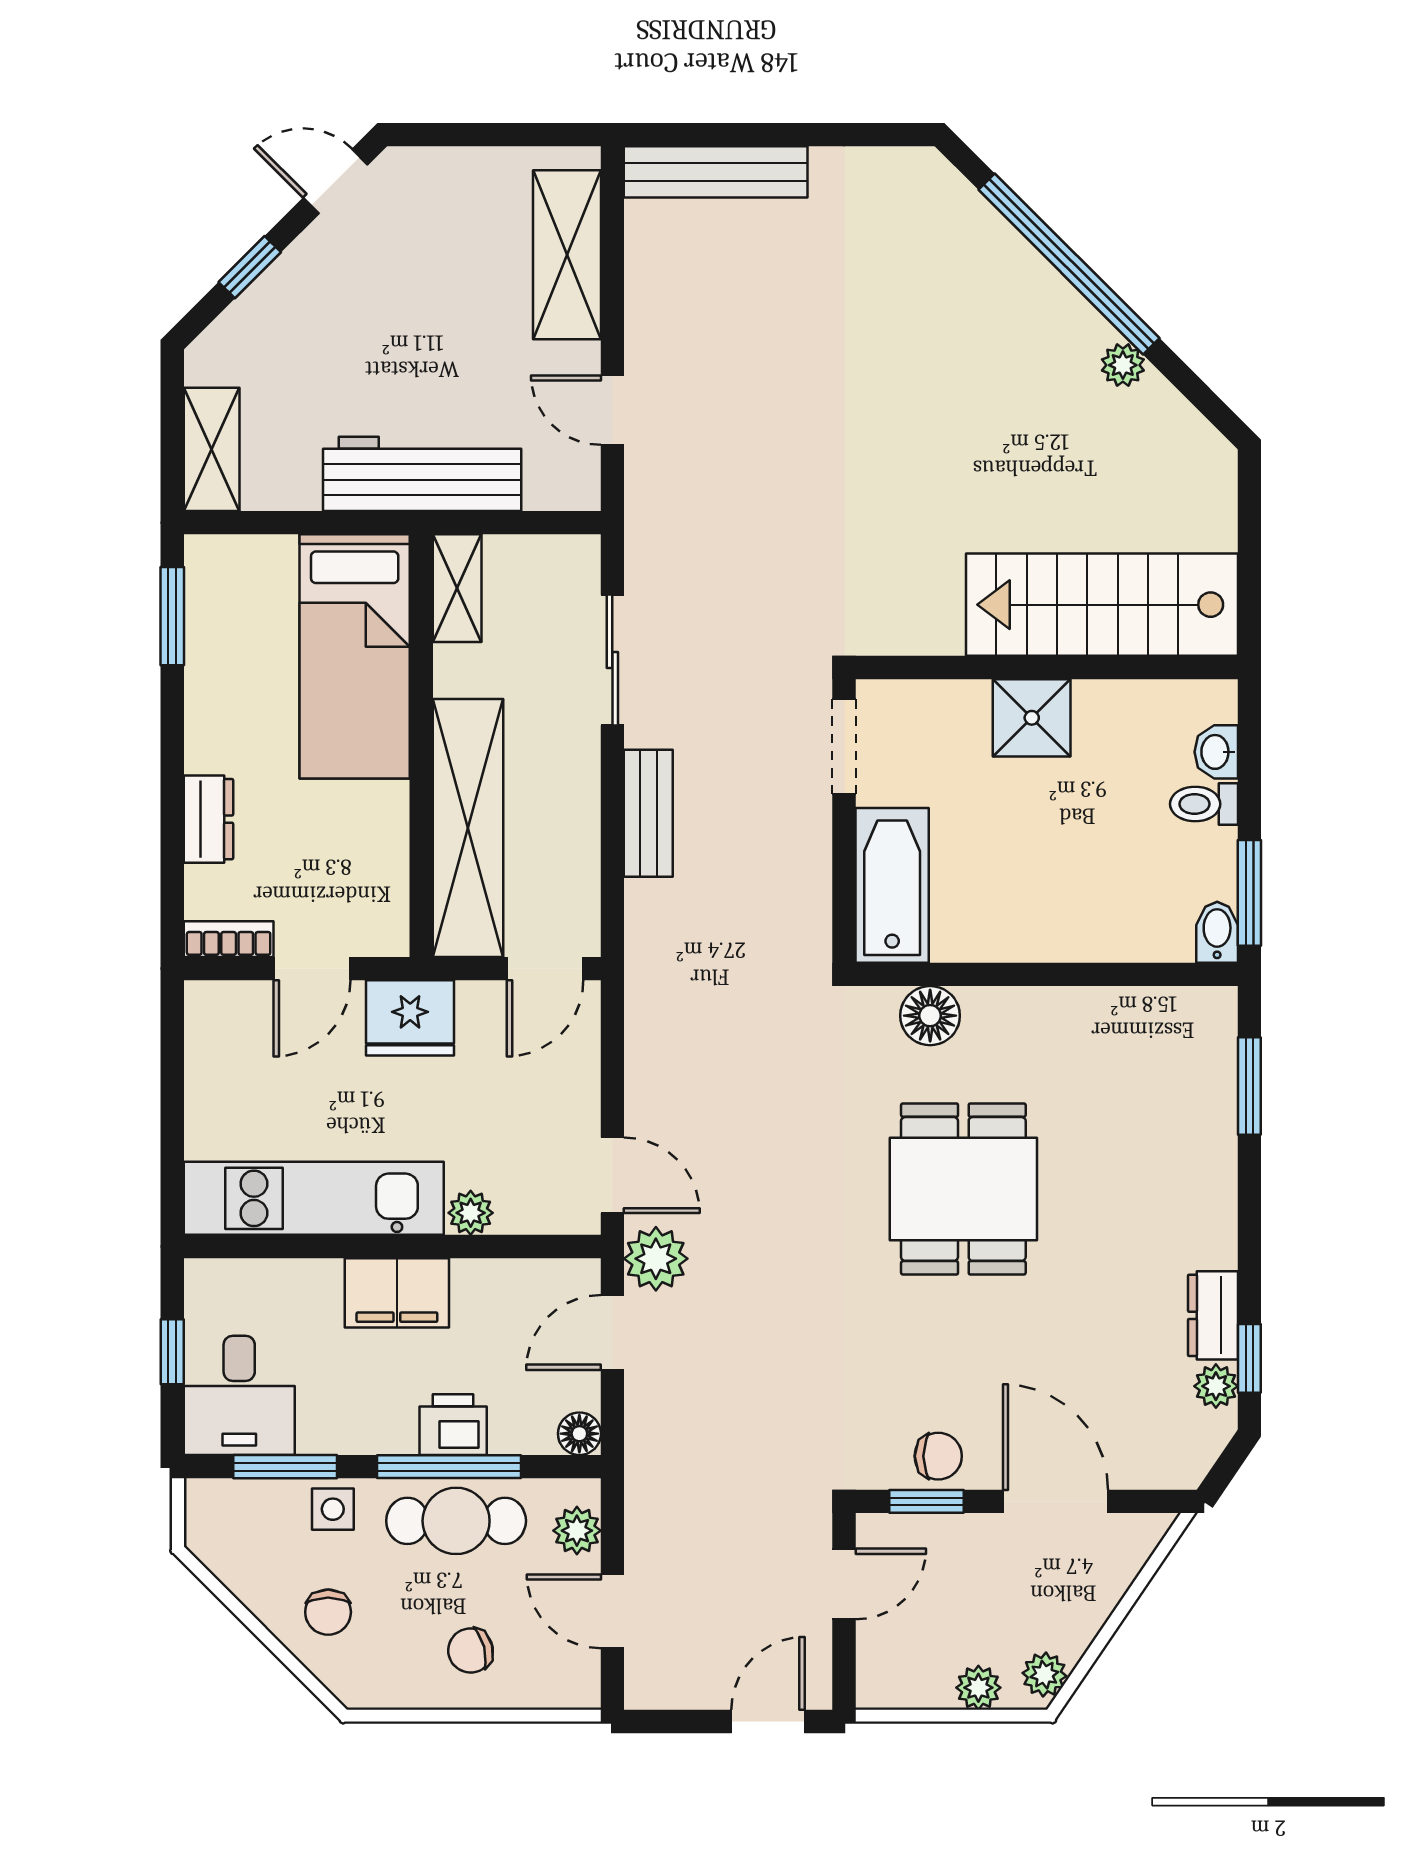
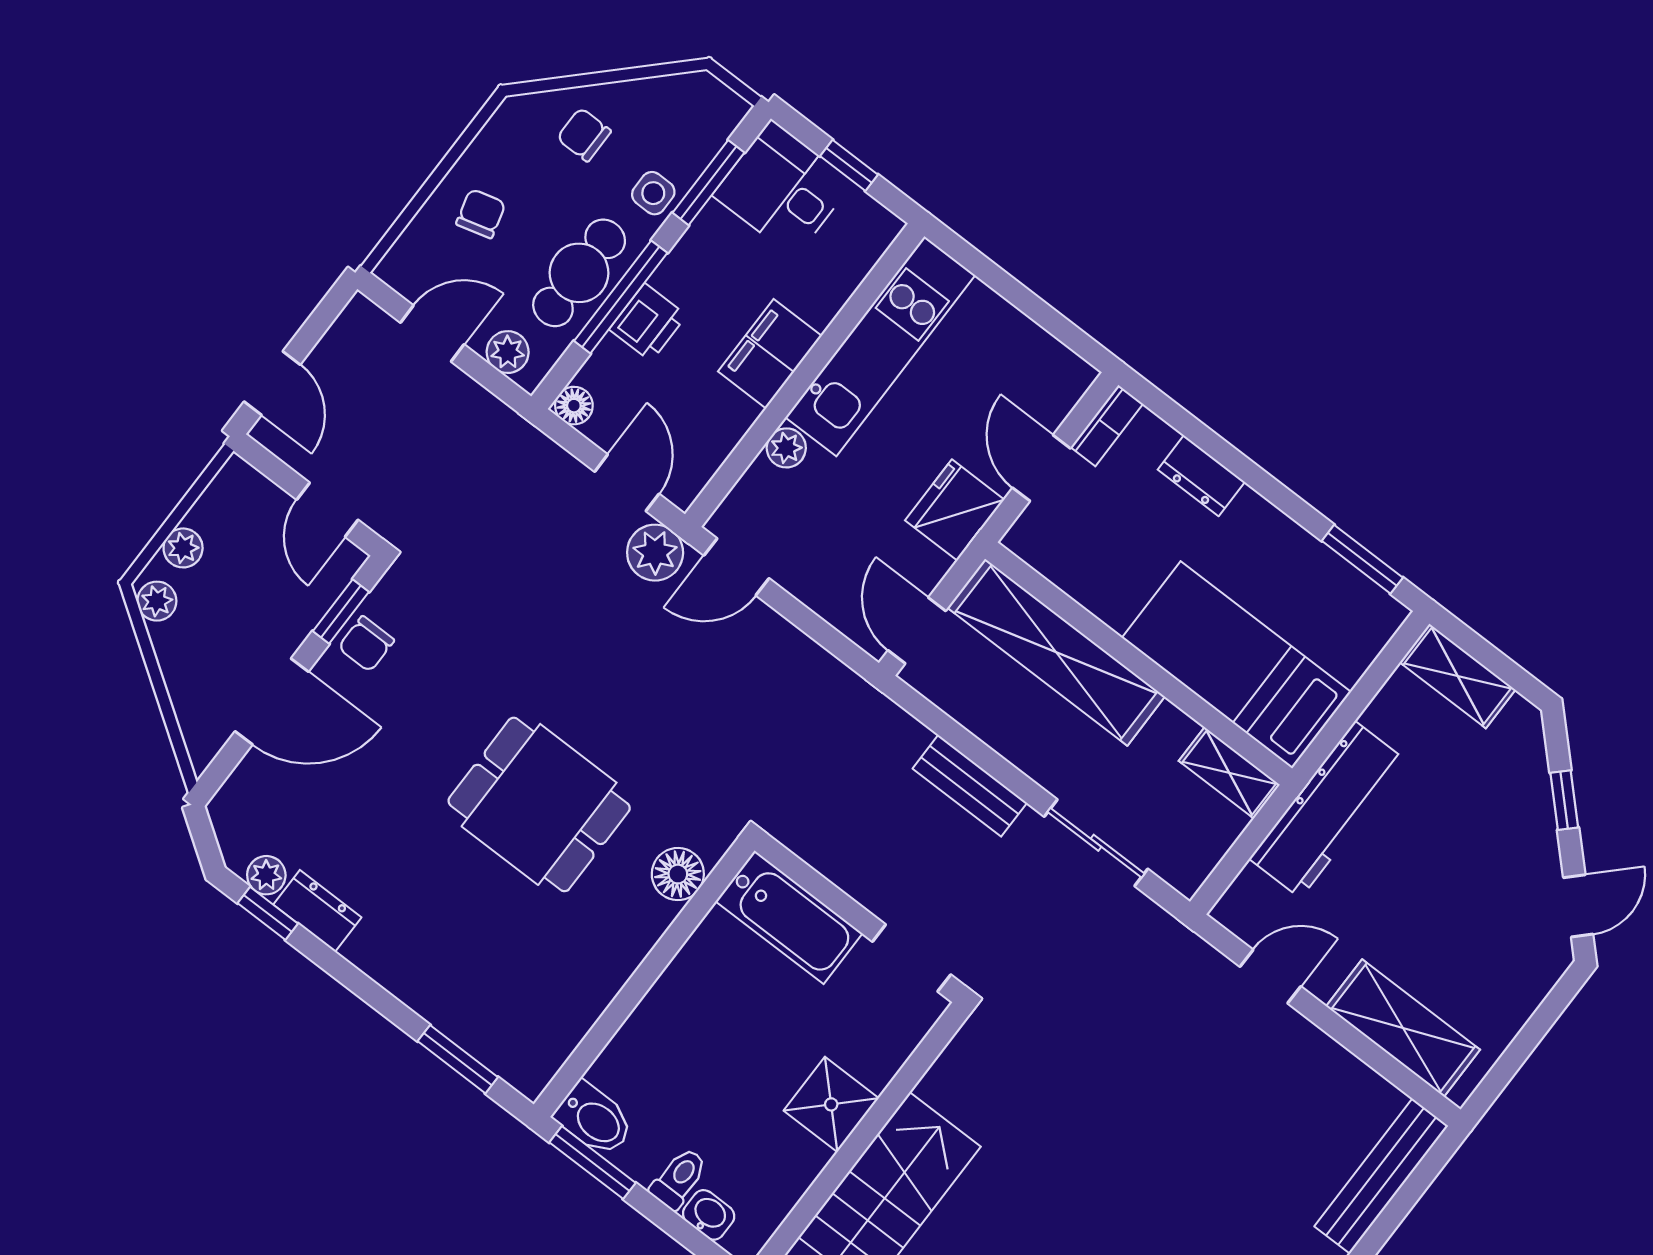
bidet: (1217, 932) -> (594, 1119), width x1.38, depth x1.36

